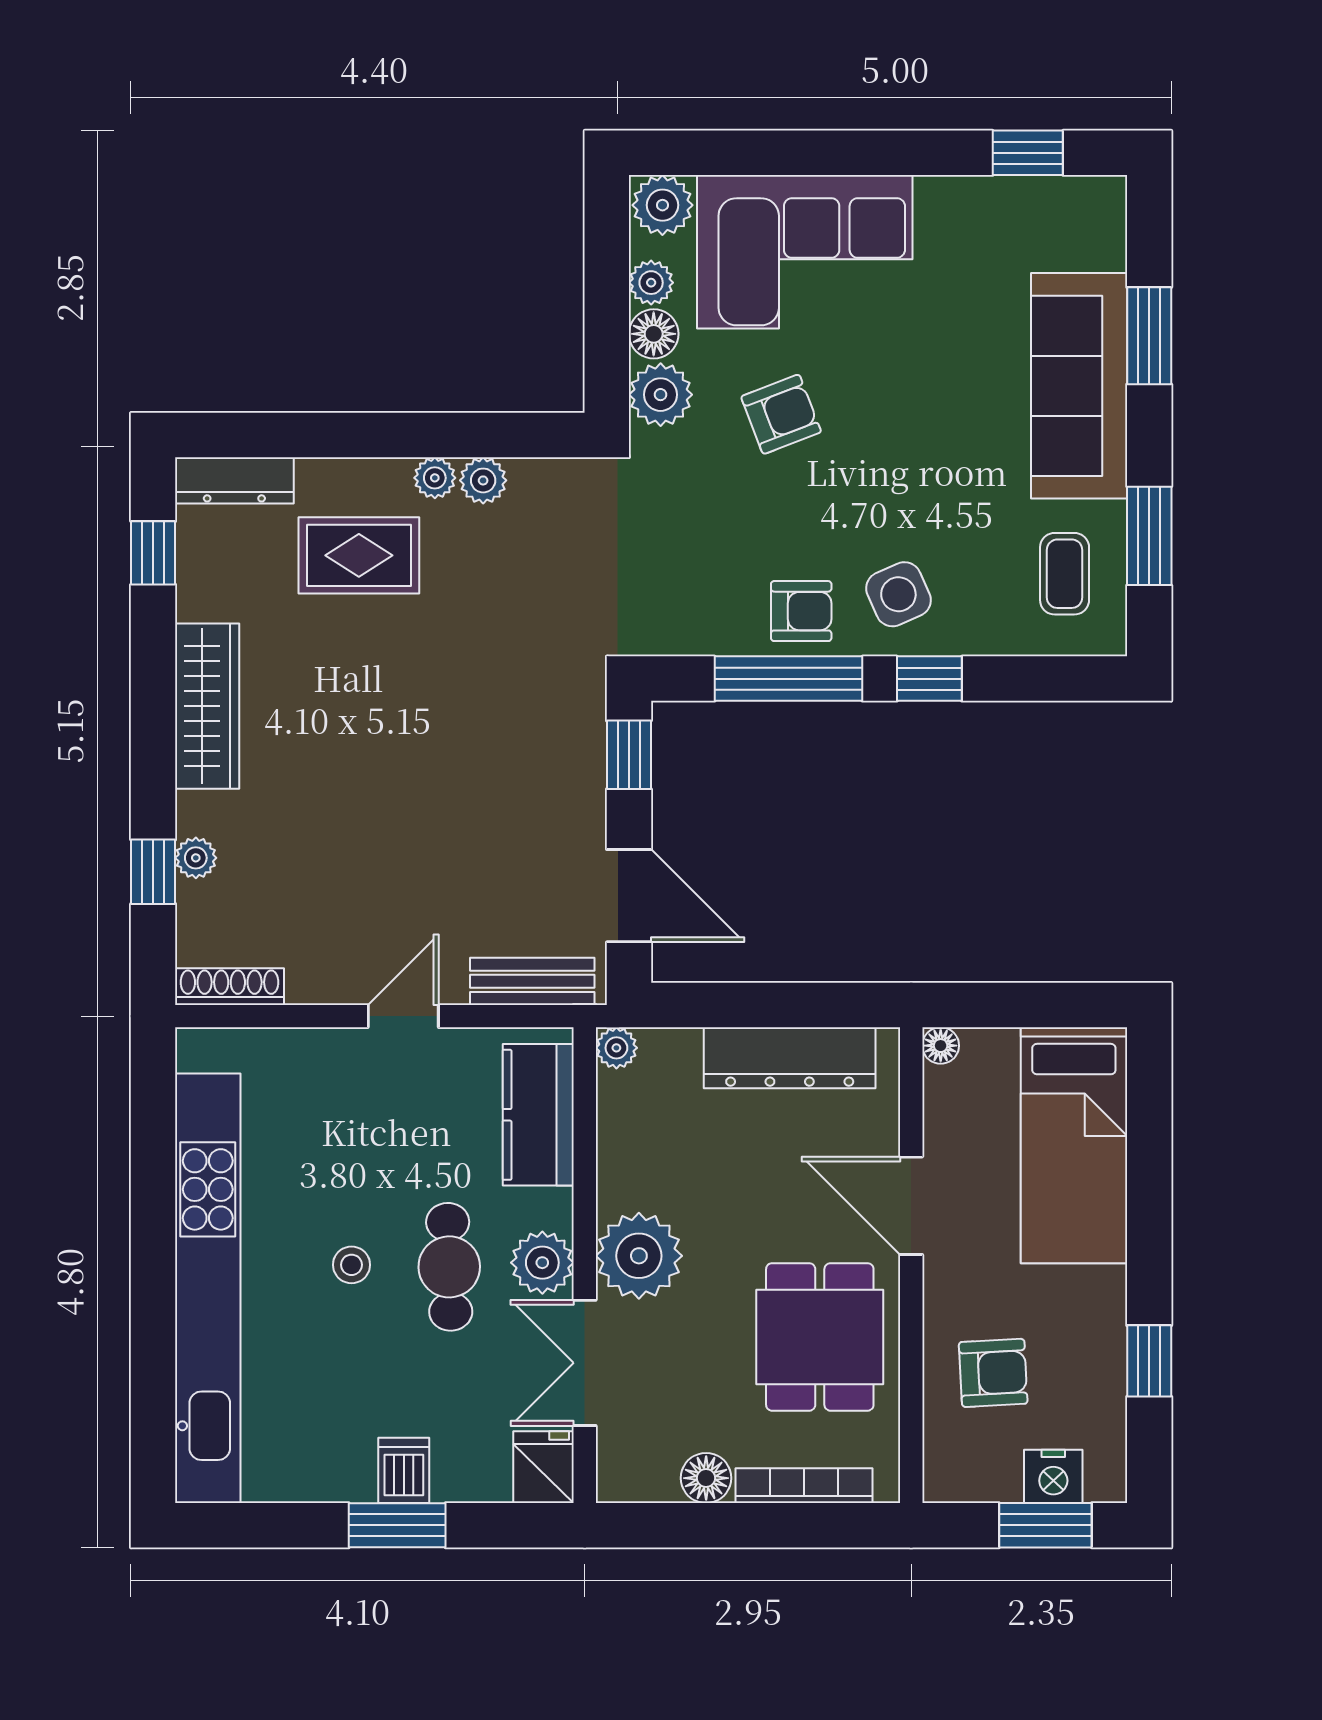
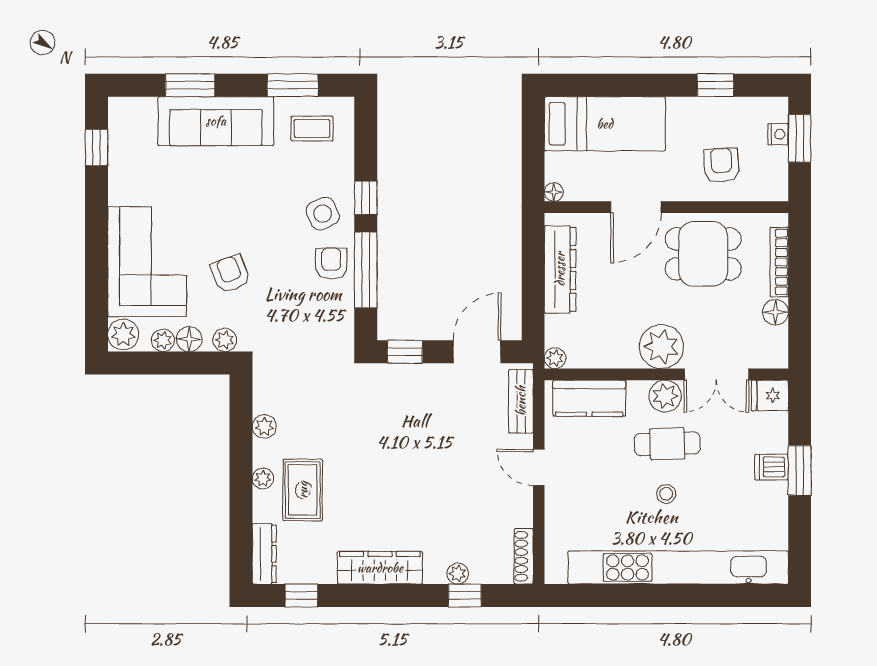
plant: (661, 395) -> (225, 340), width x0.73, depth x0.73
plant: (435, 478) -> (263, 478), moved
nightstand: (1053, 1476) -> (778, 134), width x0.72, depth x0.74

